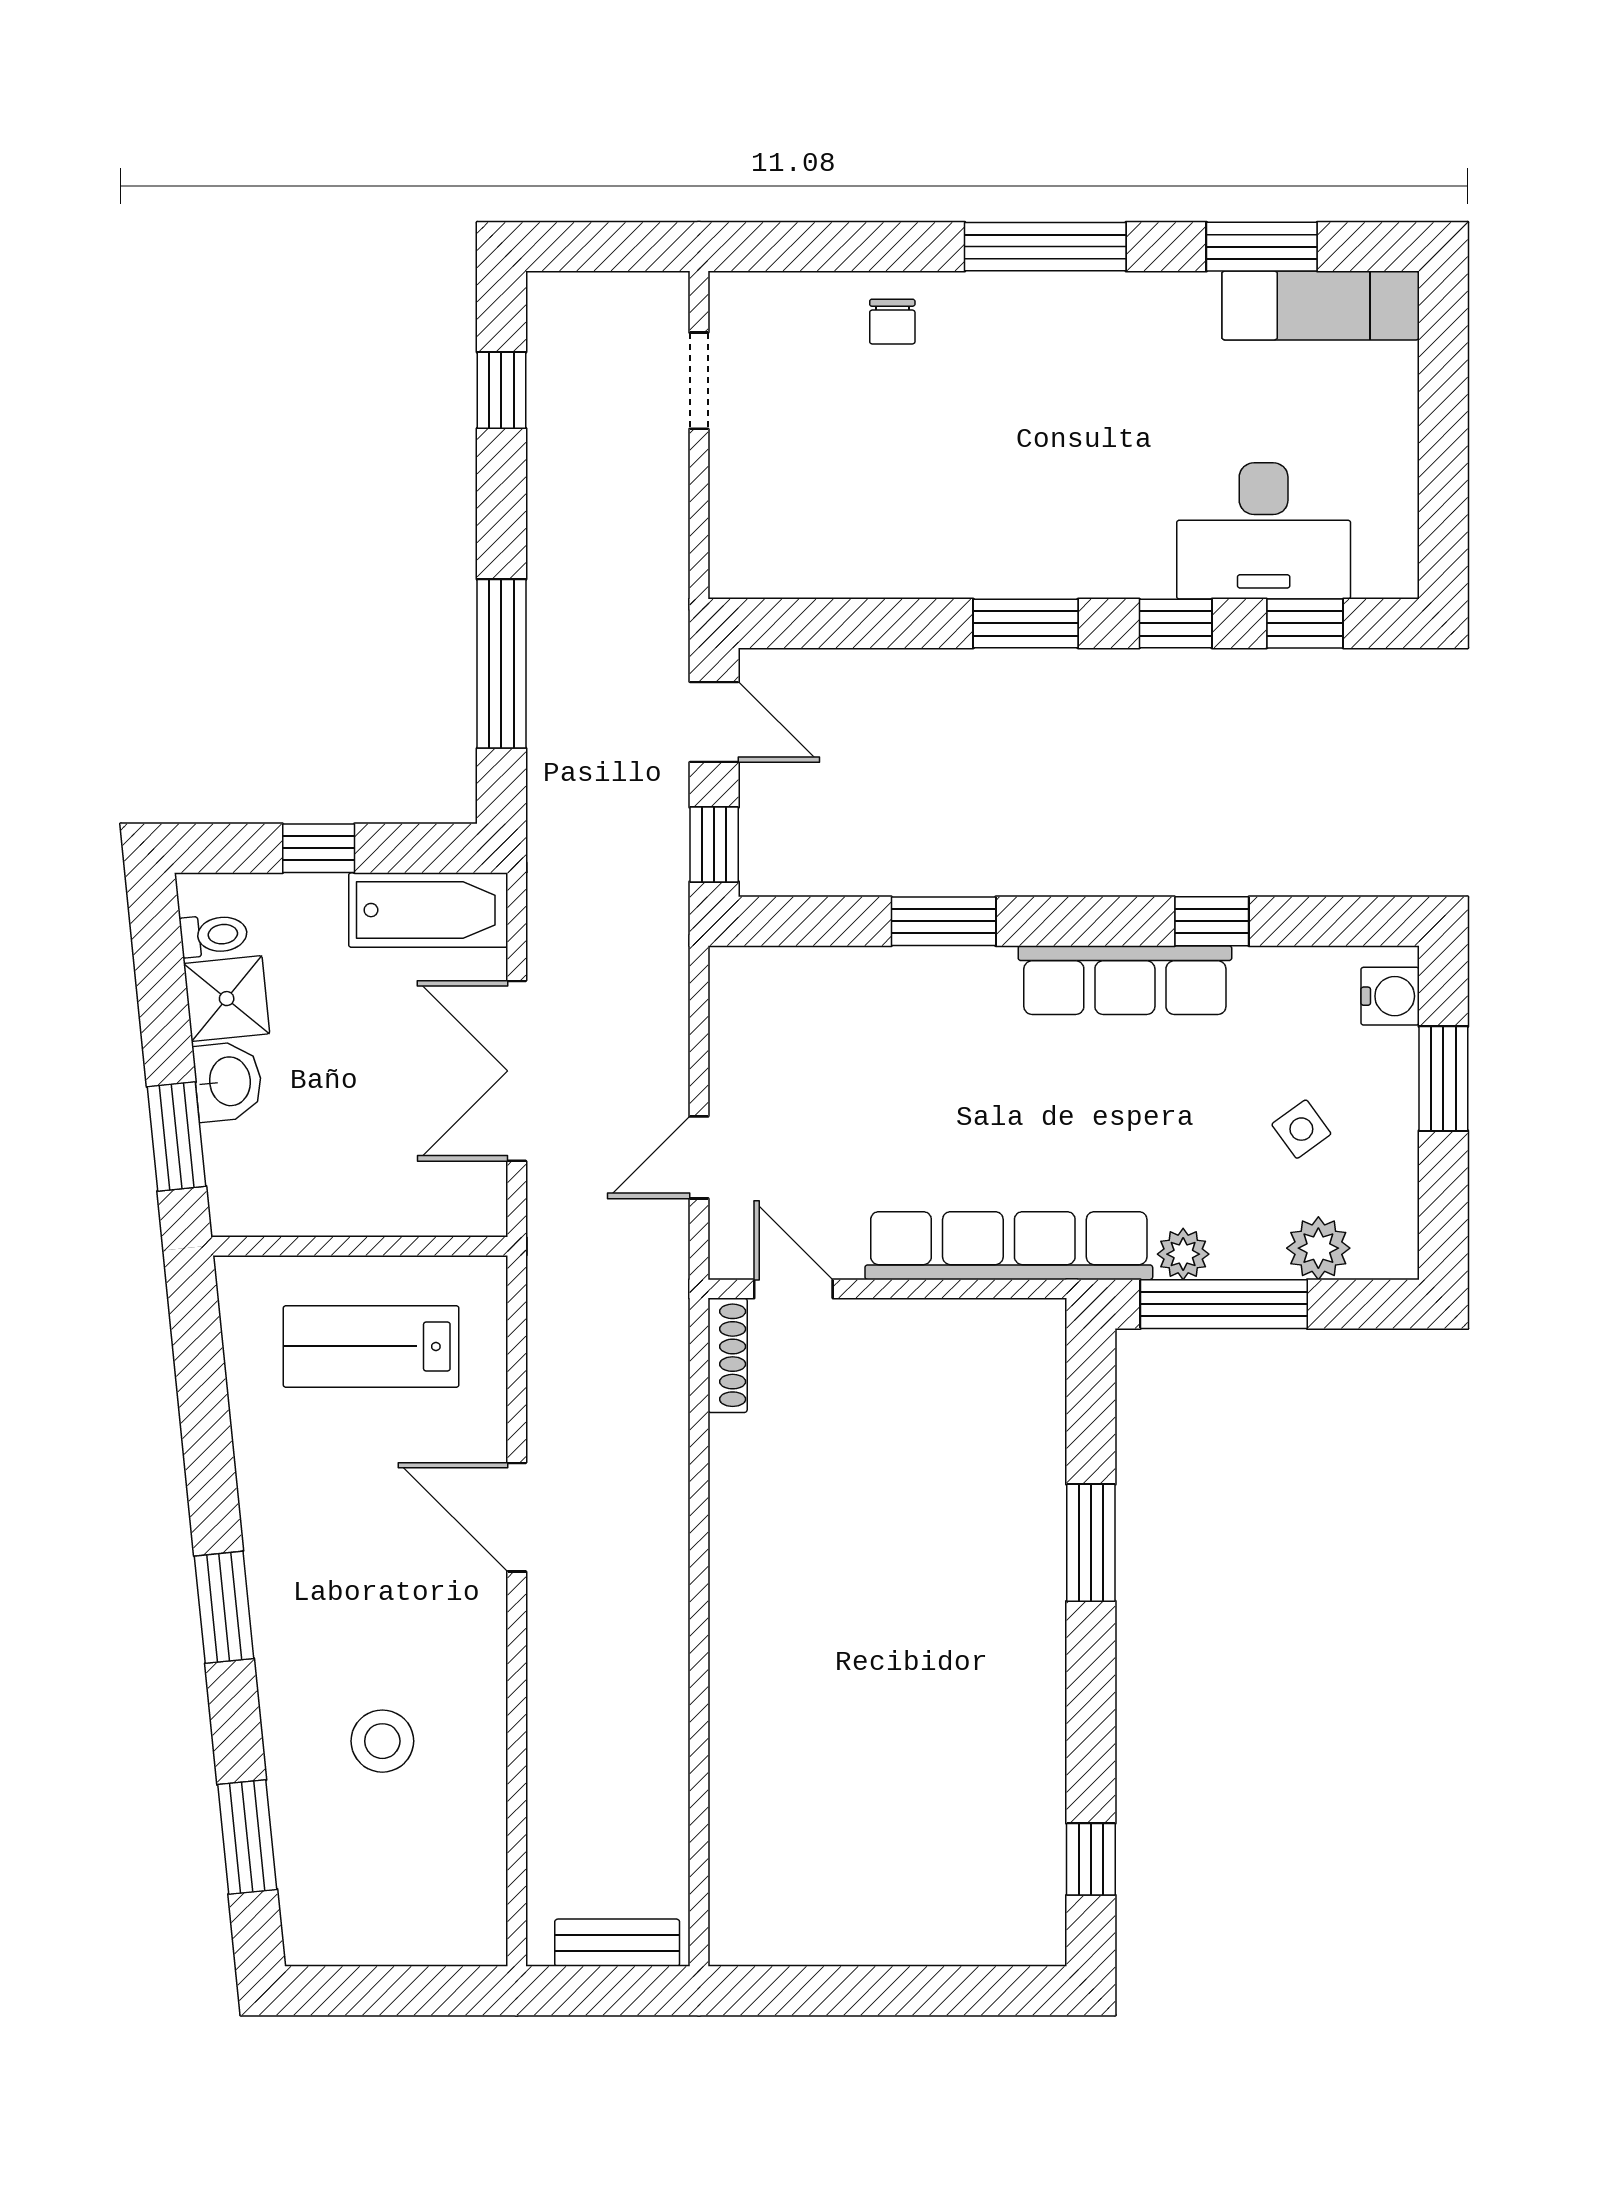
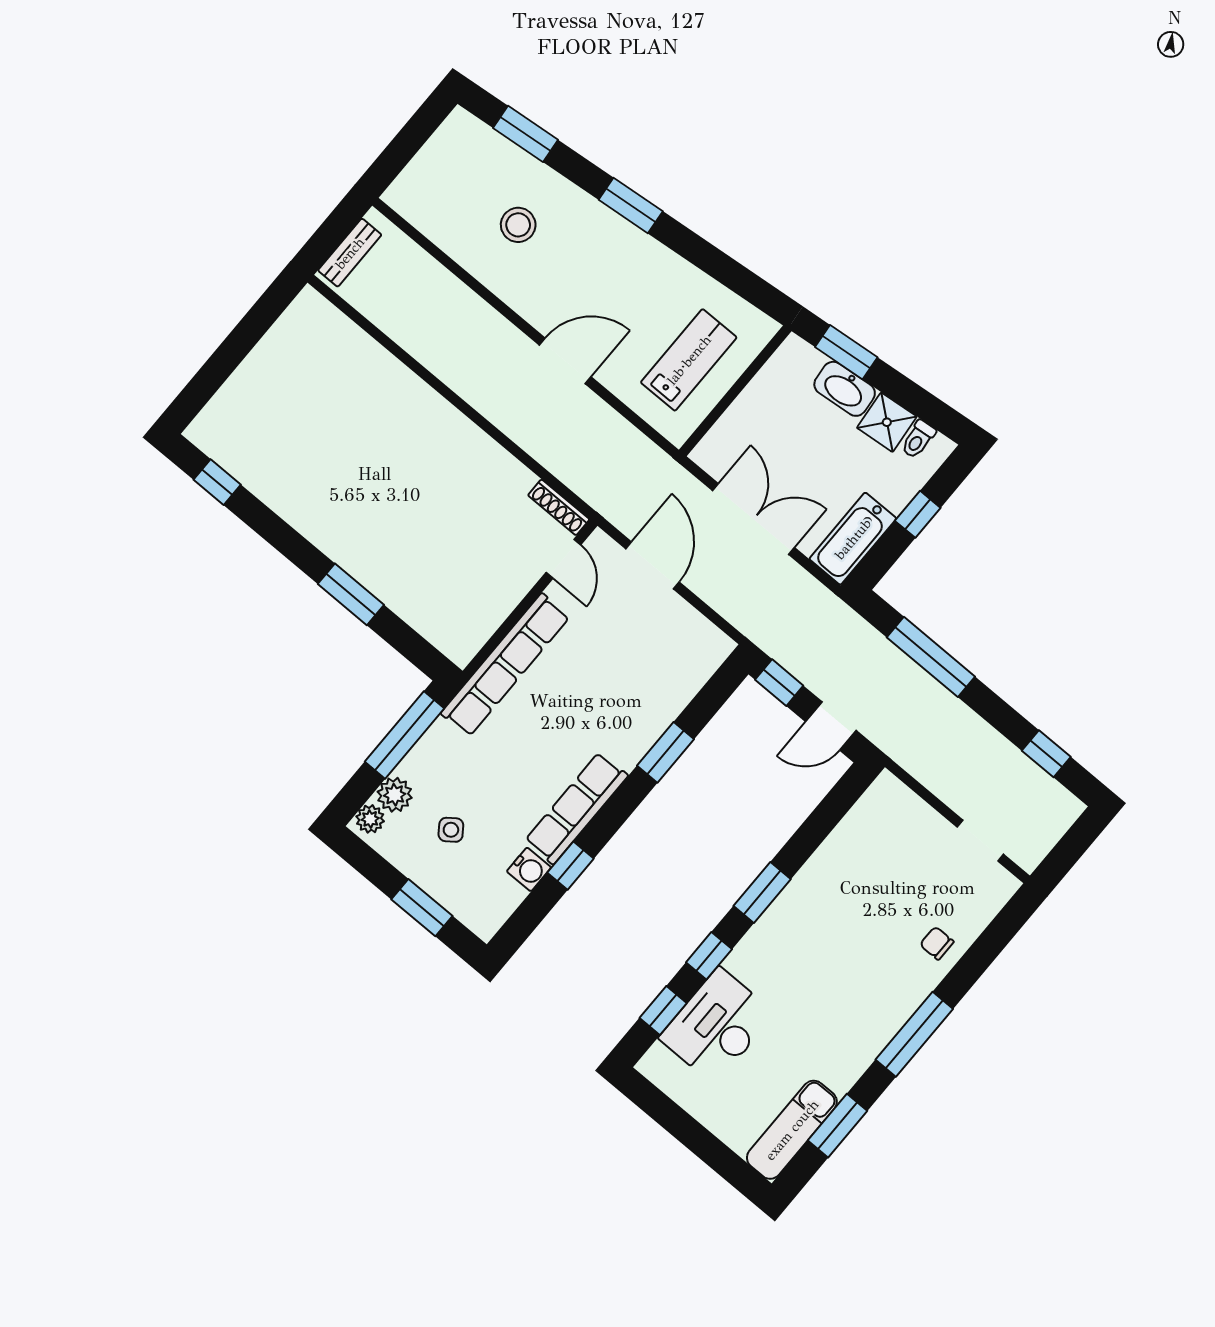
water cooler: (1390, 996) -> (529, 869), moved, turned -90
washbasin: (228, 1081) -> (845, 389), width x1.38
door: (699, 1157) -> (652, 565), width x1.38
plant: (1183, 1254) -> (370, 819), moved
door: (793, 1289) -> (563, 559), hinge flipped

